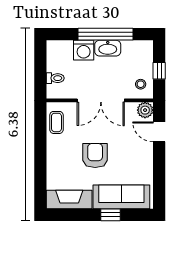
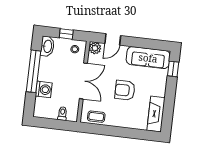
washbasin: (108, 48) -> (47, 46), moved
sofa: (121, 197) -> (148, 58), moved, turned -90
window: (111, 215) -> (173, 69), moved

